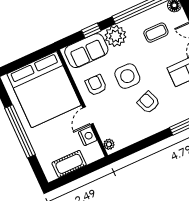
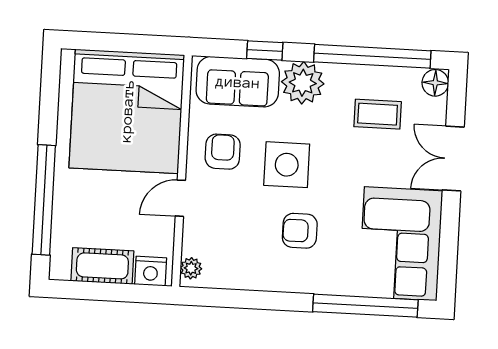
armchair: (149, 102) -> (300, 231), turned -69
window: (20, 131) -> (44, 200), moved
nightstand: (88, 136) -> (151, 271), moved, turned 90

